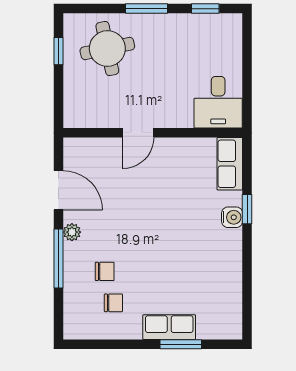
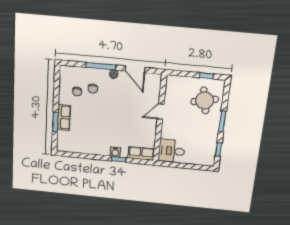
door: (138, 133) -> (161, 112), hinge flipped
door: (58, 190) -> (135, 69), hinge flipped

